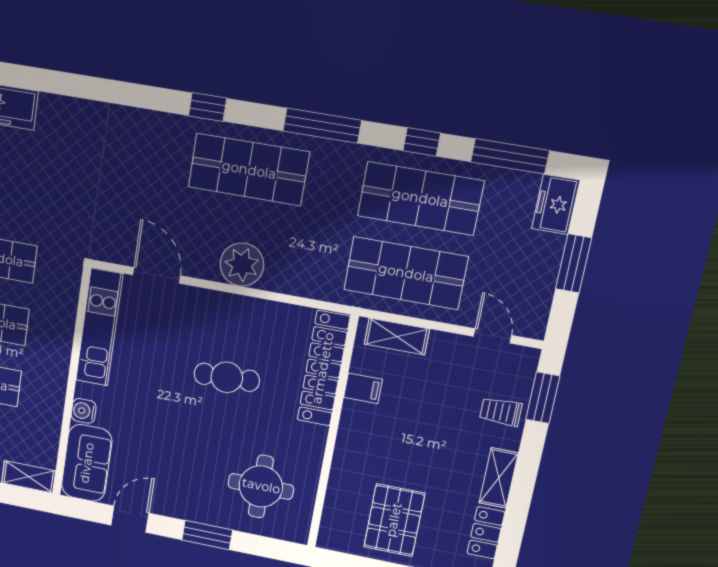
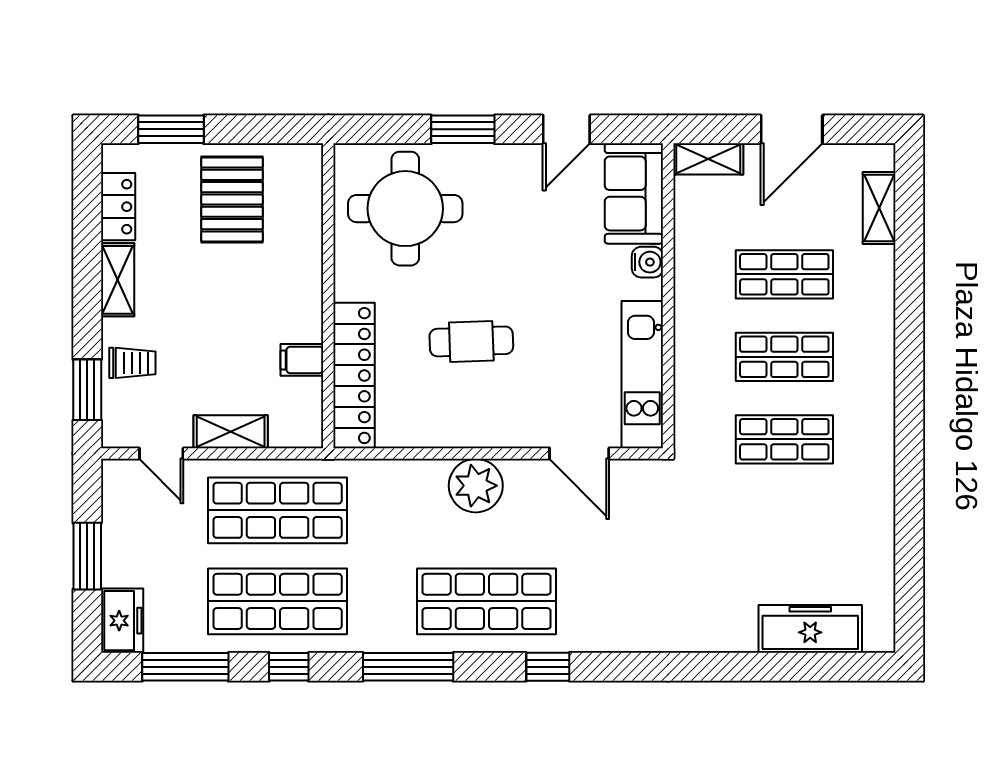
shelving: (397, 337) -> (231, 432), moved
round table: (261, 486) -> (405, 209), width x1.36, depth x1.36

